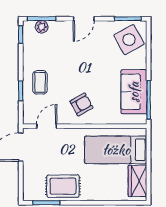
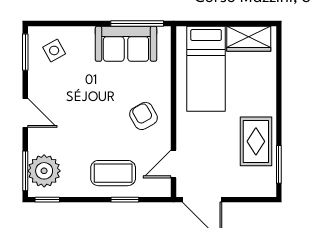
plant: (42, 27) -> (44, 171), width x1.87, depth x1.87
side table: (129, 40) -> (54, 50), width x0.54, depth x0.54
coffee table: (40, 82) -> (113, 173), width x1.36, depth x1.30
door: (47, 126) -> (174, 164), hinge flipped

